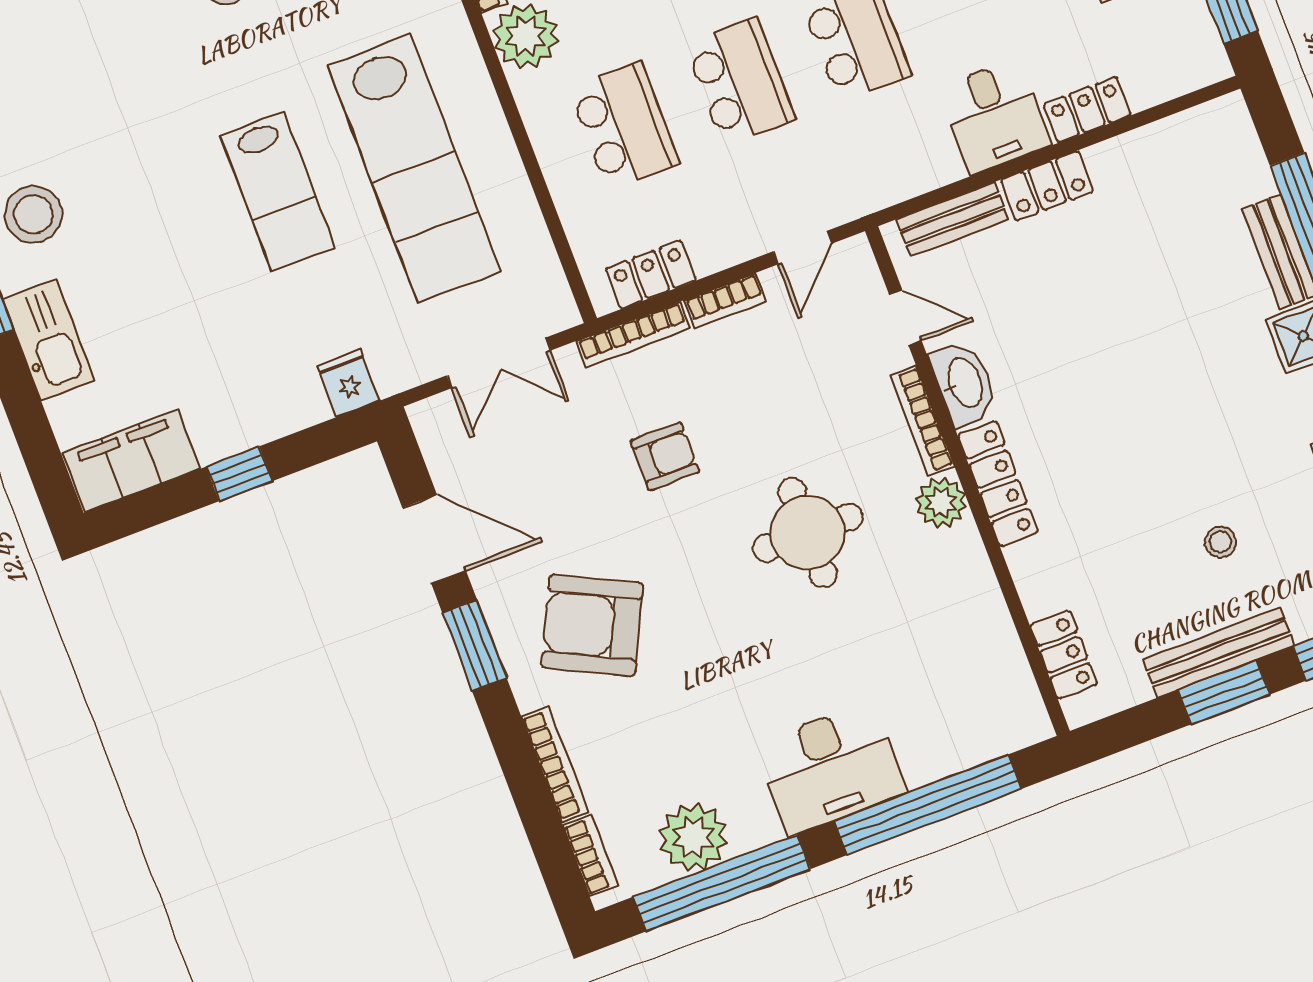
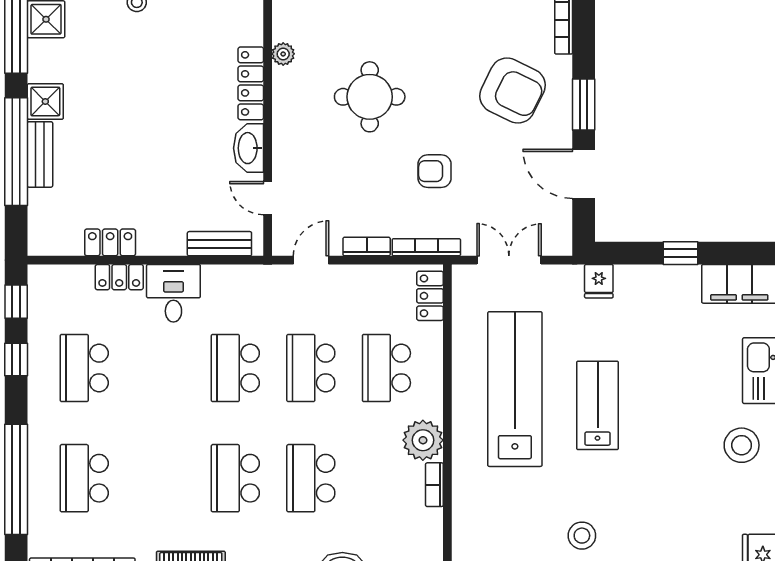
locker: (1047, 186) -> (110, 242), moved
locker: (651, 275) -> (430, 296), moved, turned 90
bookcase: (922, 421) -> (280, 136), removed
plant: (941, 503) -> (283, 54), moved, width x0.73, depth x0.73

